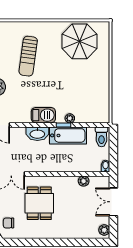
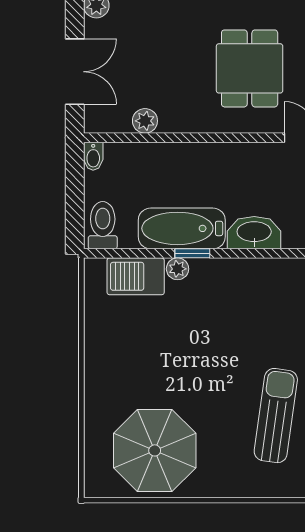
barbecue: (43, 115) -> (136, 276), moved

